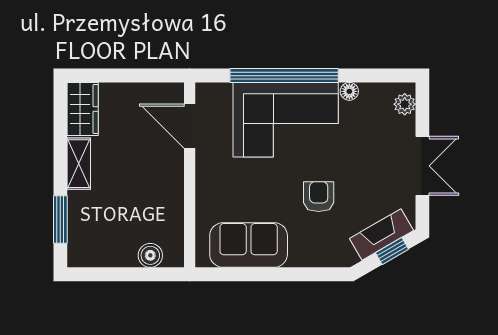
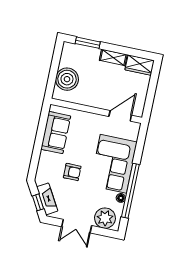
window: (284, 76) -> (130, 191), moved
plant: (405, 104) -> (105, 218), width x1.88, depth x1.88
boiler: (150, 255) -> (67, 79), width x1.86, depth x1.86

